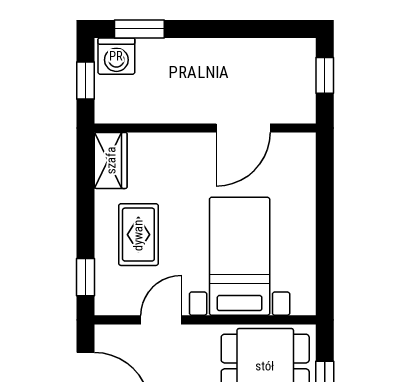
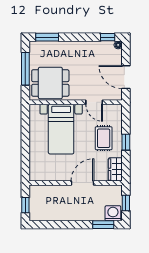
door: (243, 128) -> (82, 183), moved
window: (85, 277) -> (126, 142), moved
door: (161, 320) -> (94, 102), hinge flipped

